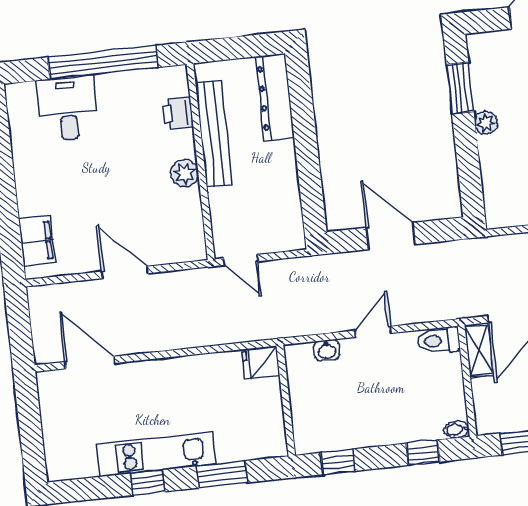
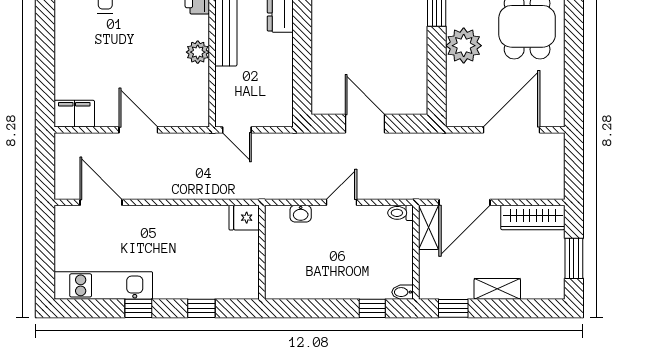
plant: (486, 123) -> (464, 46), width x1.87, depth x1.87
filing cabinet: (37, 241) -> (74, 114), moved, turned -90
toilet: (439, 341) -> (400, 213), width x0.73, depth x0.72
kitchen unit: (156, 454) -> (103, 285), moved
window: (338, 462) -> (300, 308), removed
window: (222, 474) -> (201, 308), width x0.67

